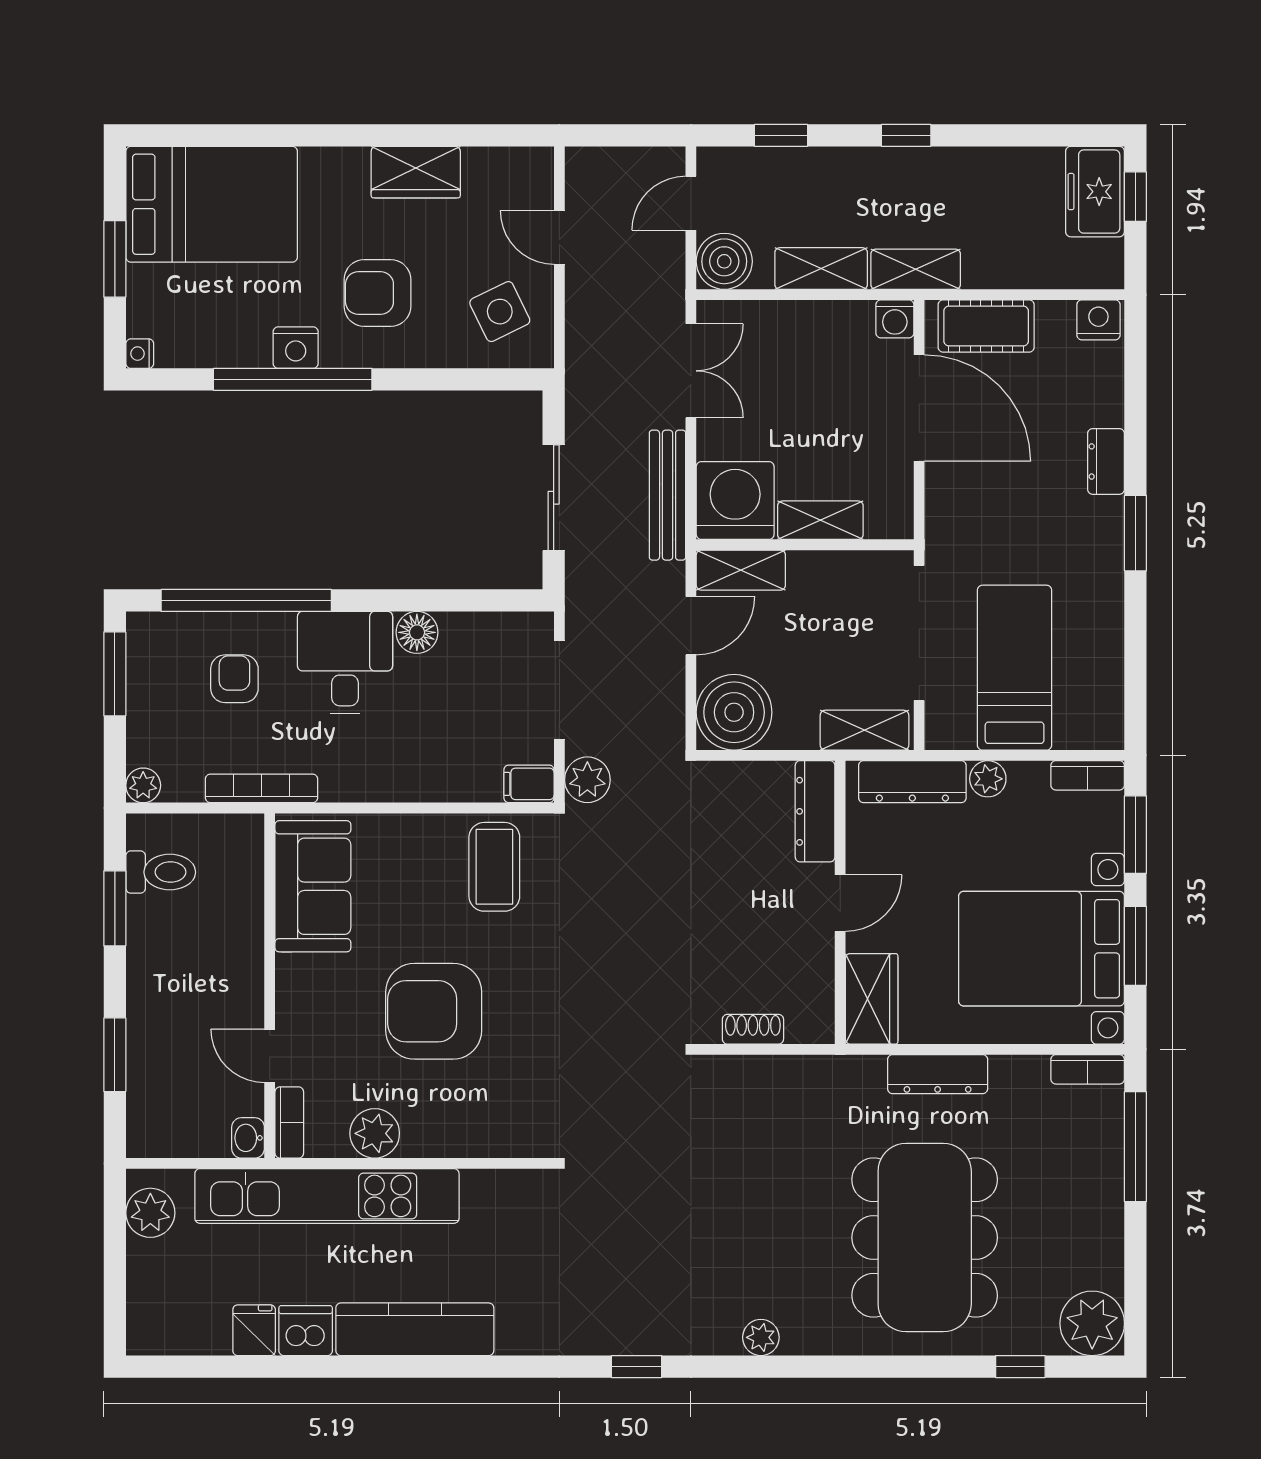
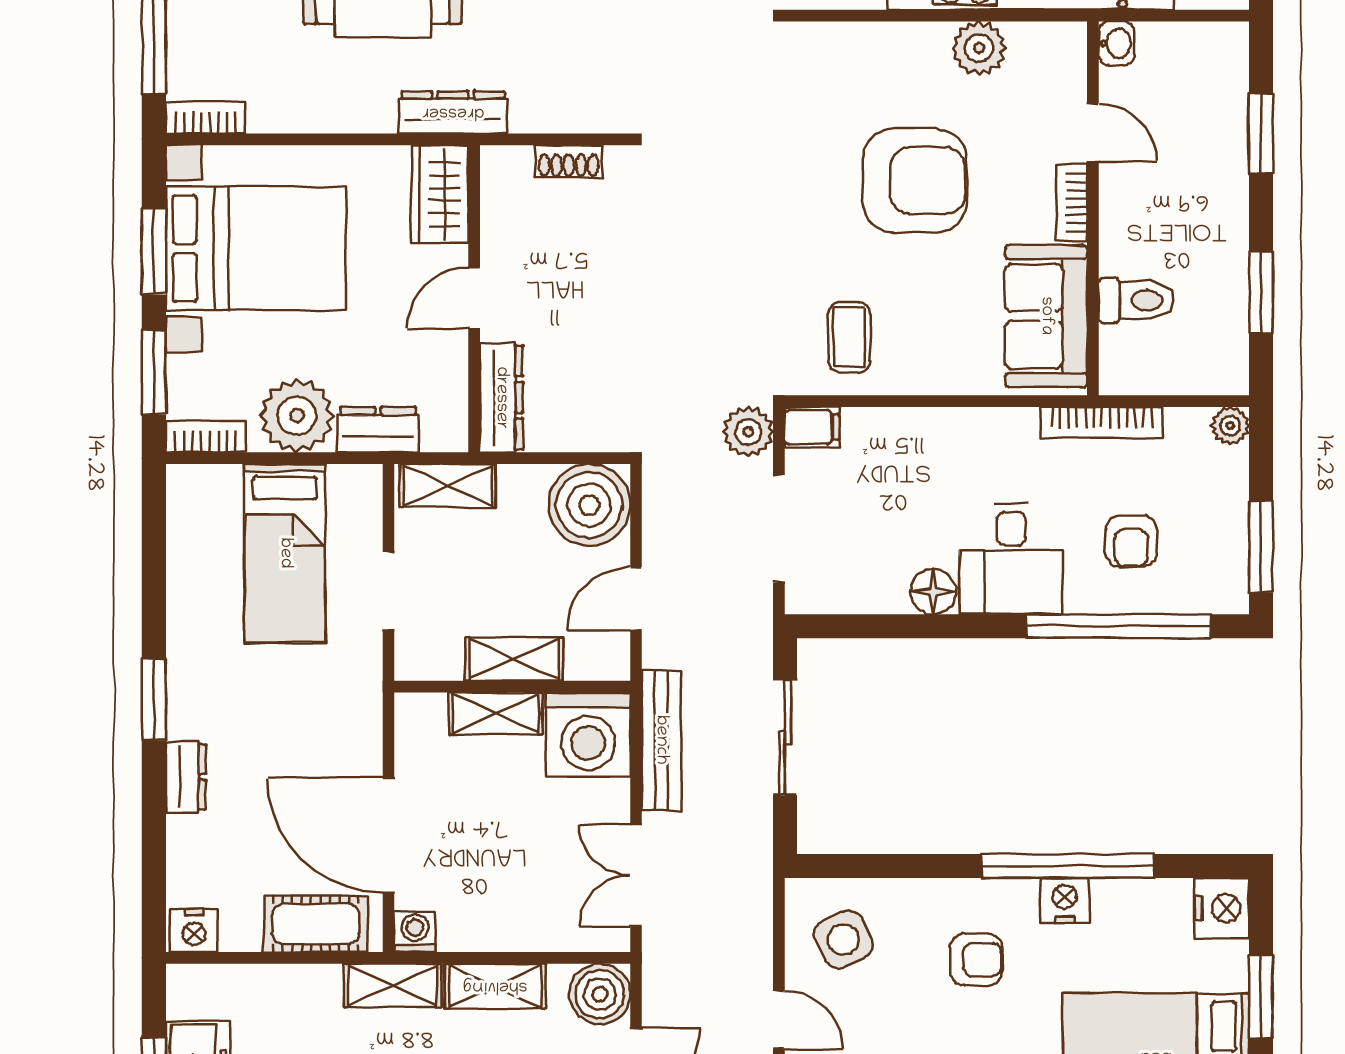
armchair: (377, 293) -> (976, 960), width x0.72, depth x0.72
nightstand: (140, 354) -> (1222, 908), width x1.89, depth x1.79
shelving: (741, 570) -> (514, 659), moved
doorway: (919, 633) -> (389, 591), width x0.53
plant: (988, 779) -> (297, 416), width x1.88, depth x1.88
dresser: (912, 782) -> (378, 430), width x0.70
coffee table: (494, 867) -> (849, 337), width x0.73, depth x0.77
toilet: (161, 872) -> (1136, 300), moved, turned 180
dresser: (938, 1074) -> (453, 112), moved
bookcase: (289, 1122) -> (1072, 203), moved

